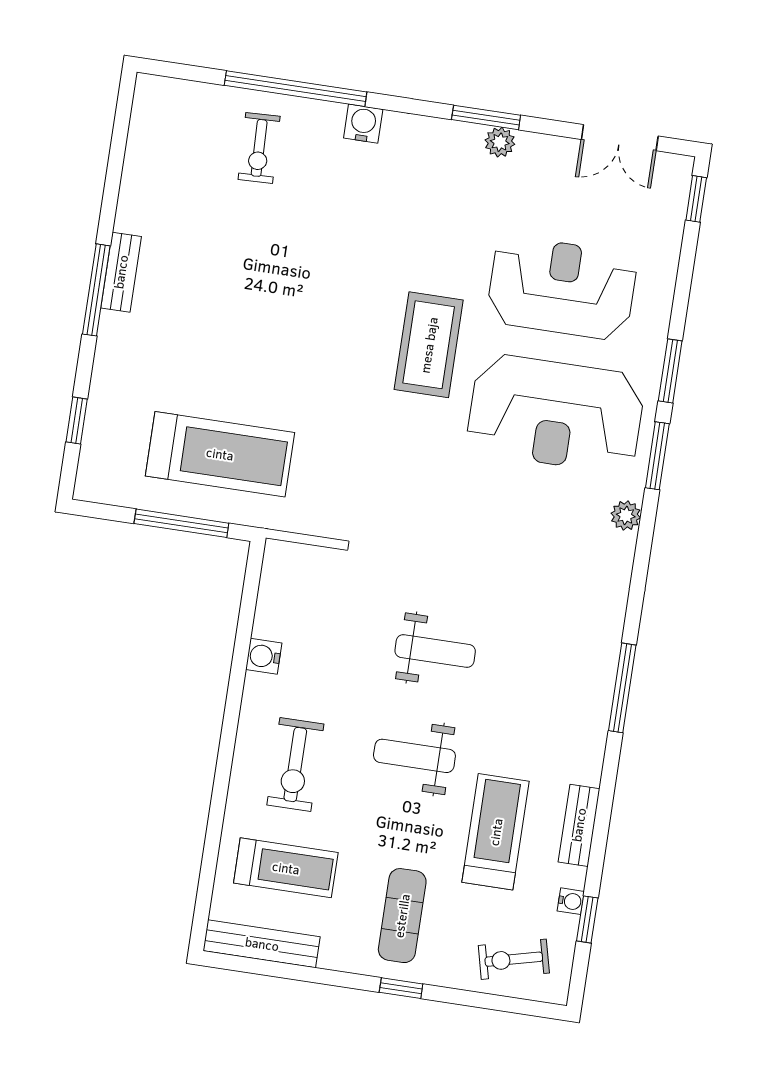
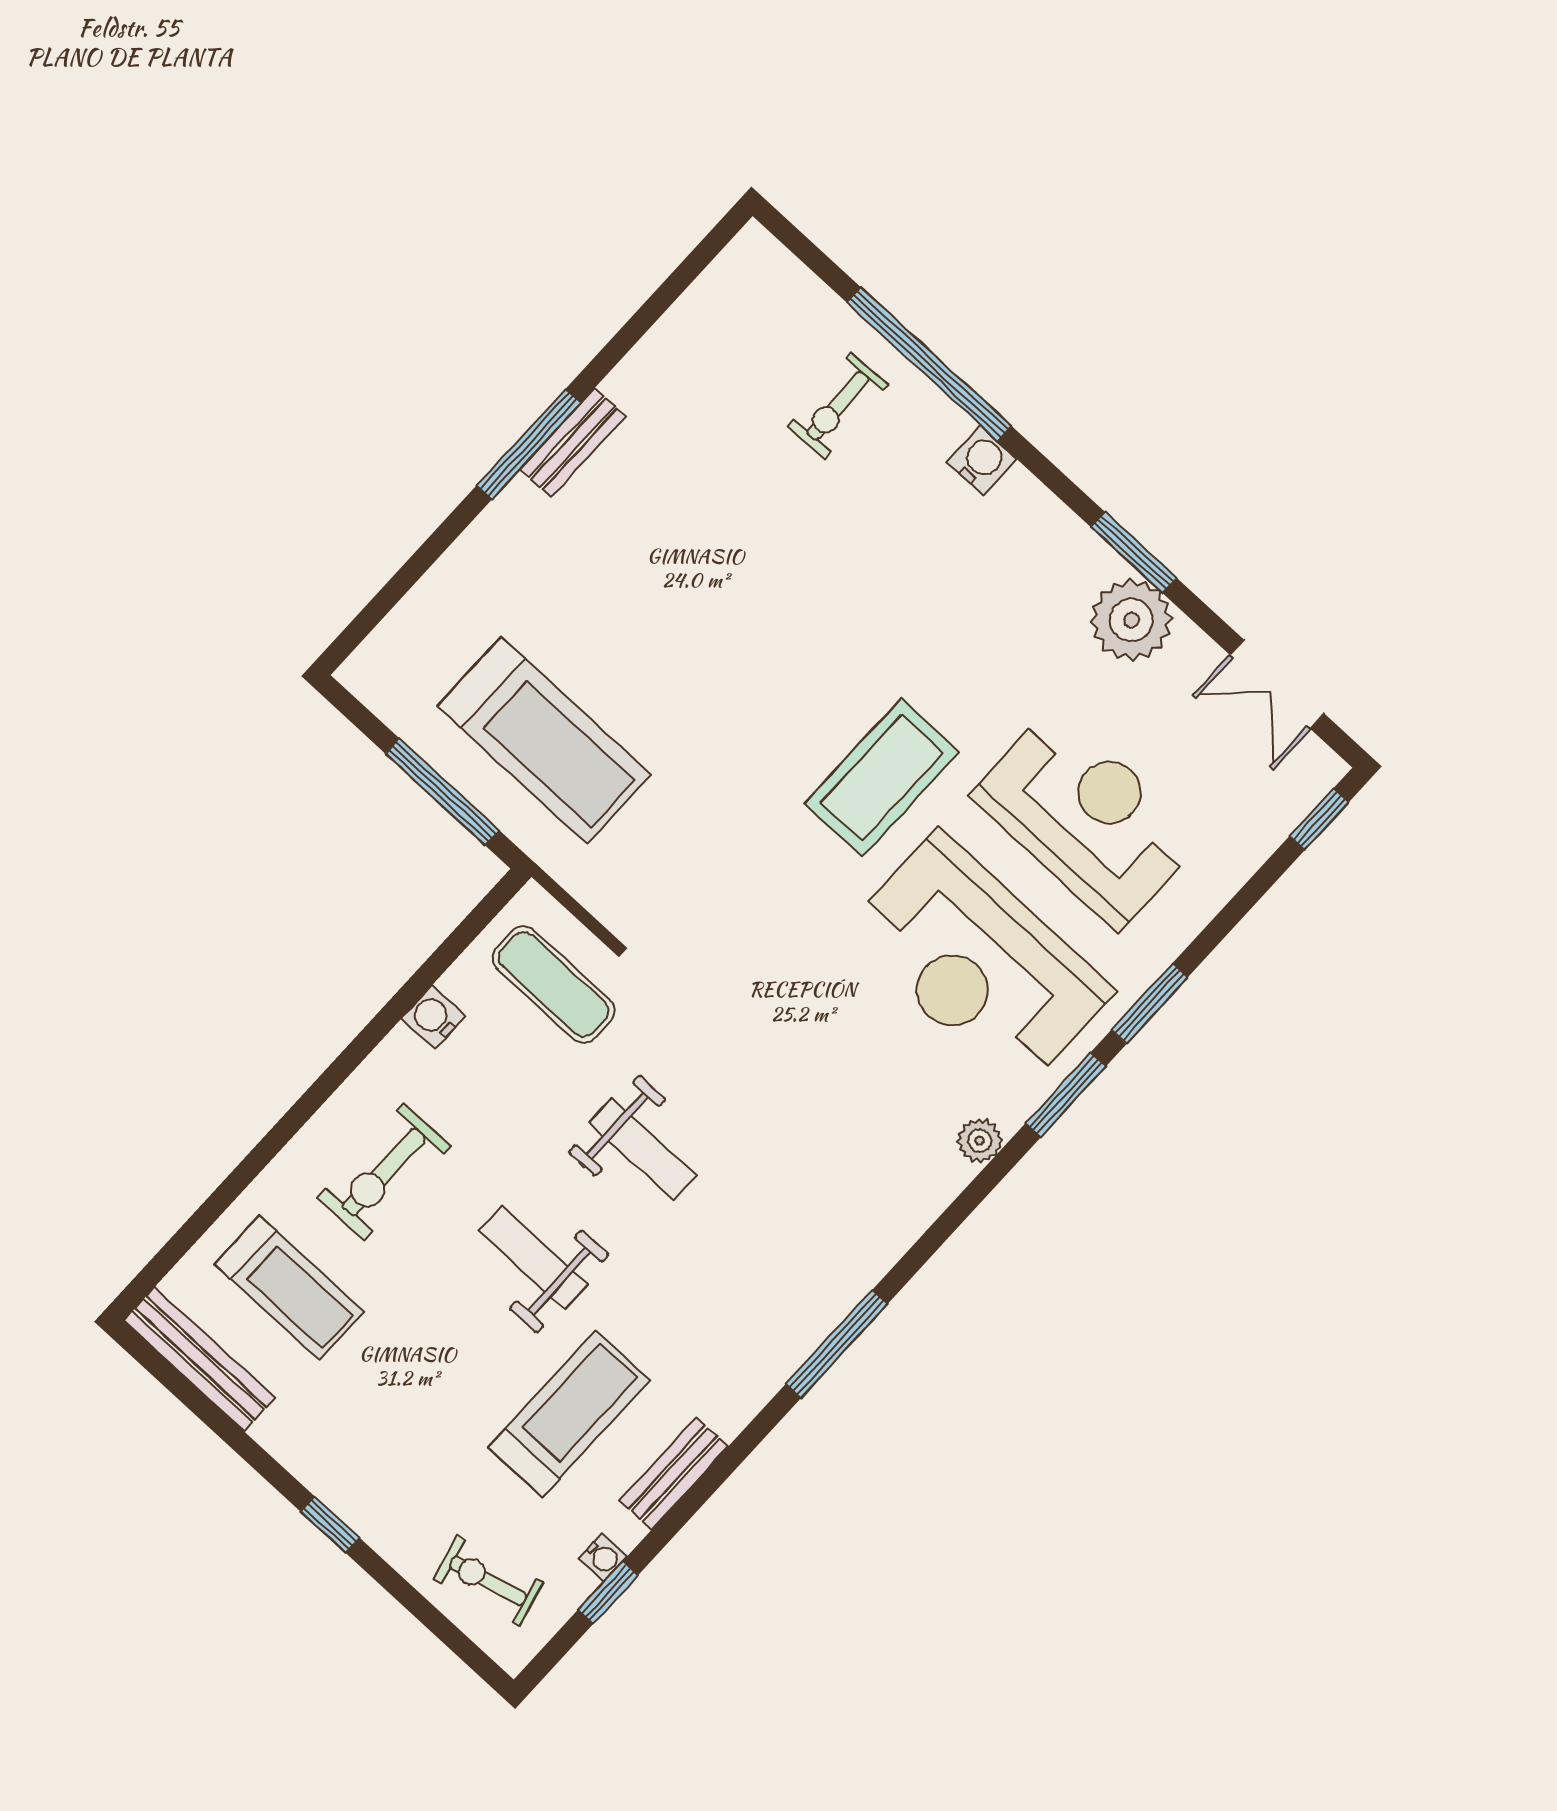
plant: (500, 142) -> (1131, 620), width x1.87, depth x1.87
window: (77, 421) -> (400, 584), removed
exercise mat: (402, 916) -> (554, 984), moved, turned 90

